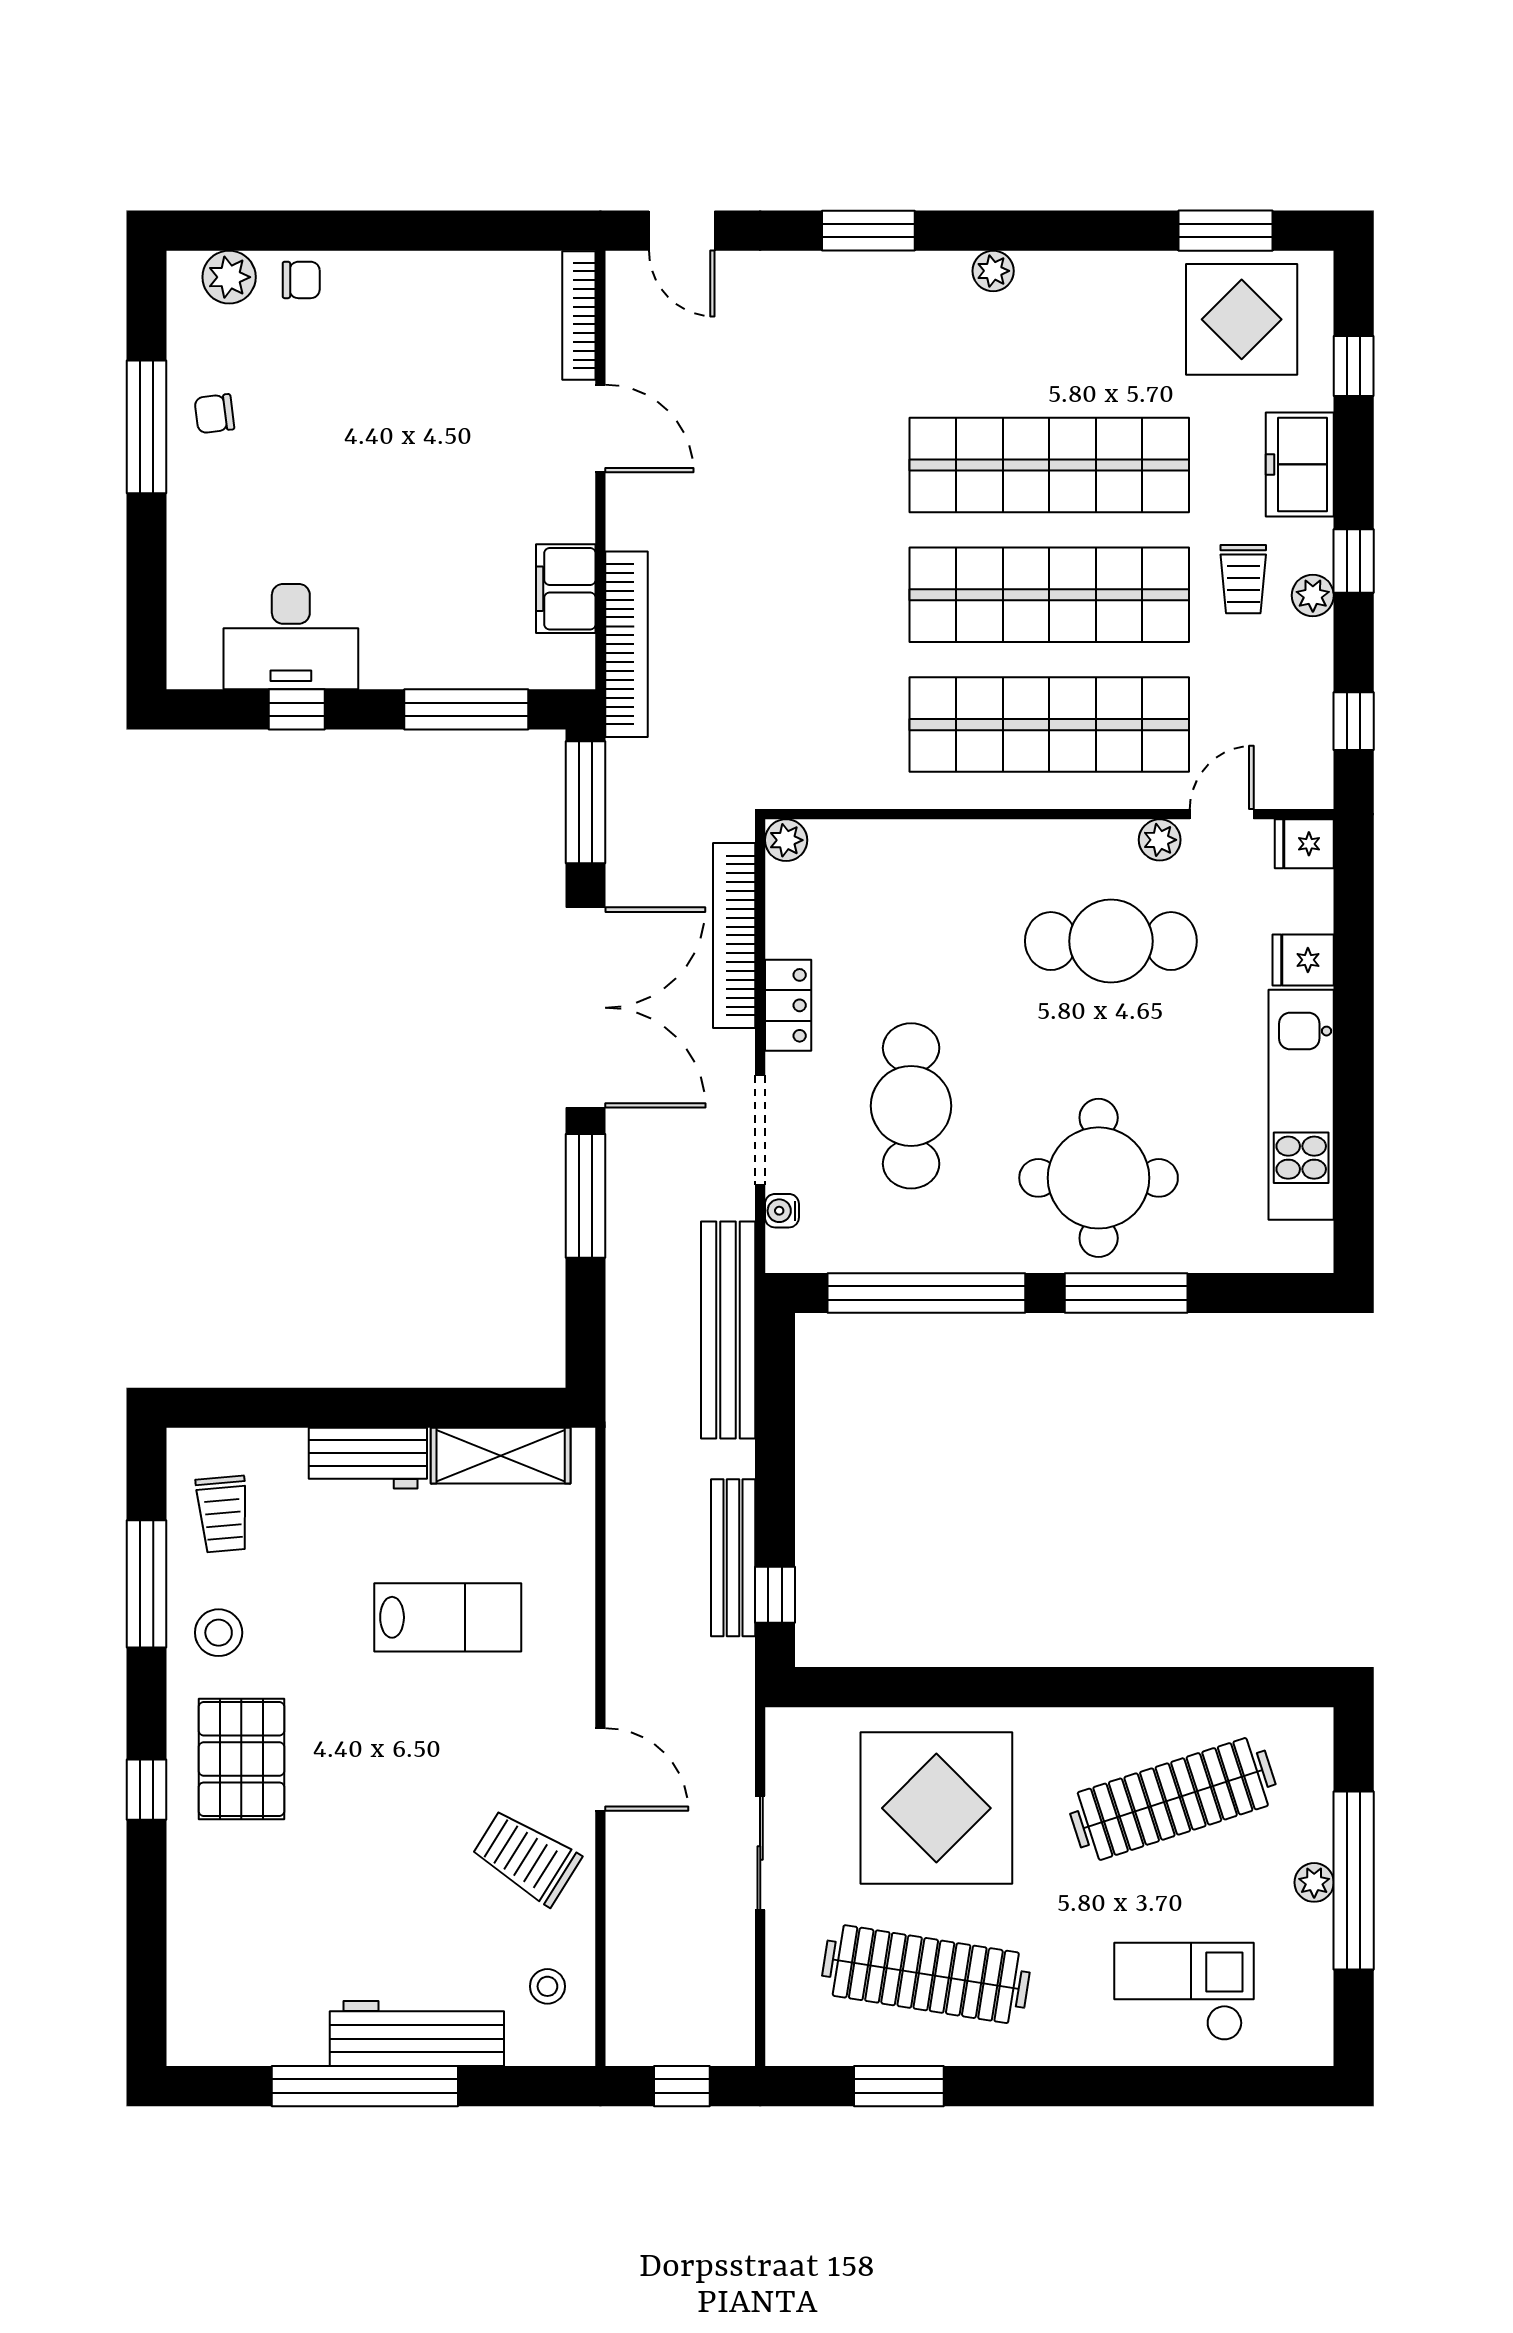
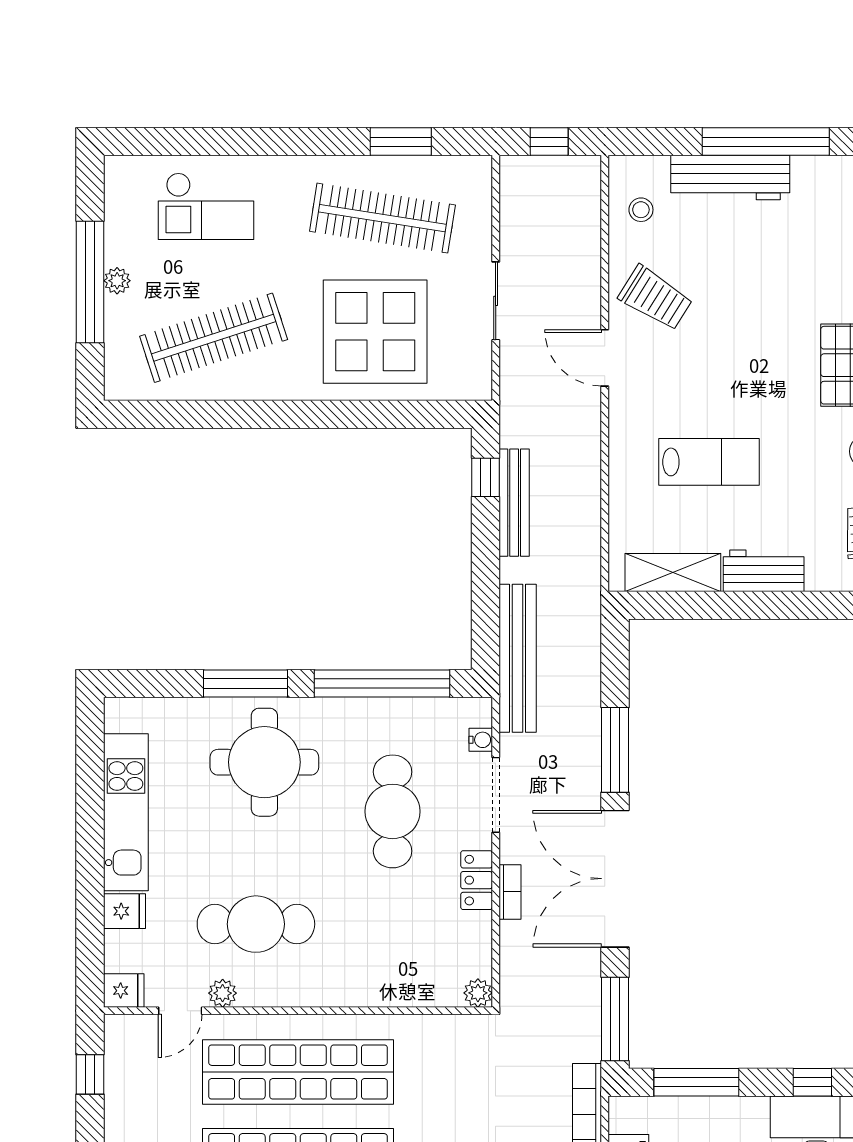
bookcase: (734, 935) -> (510, 892), width x0.43, depth x0.76
lab bench: (448, 1617) -> (709, 462), turned 180

